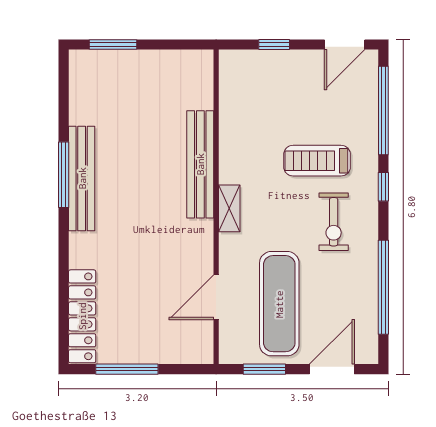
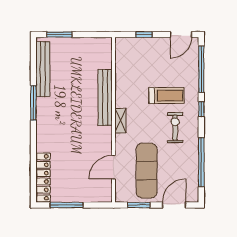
treadmill: (317, 161) -> (166, 96), turned 180
bench: (82, 178) -> (43, 69), moved
exercise bike: (334, 222) -> (175, 128), turned 180

